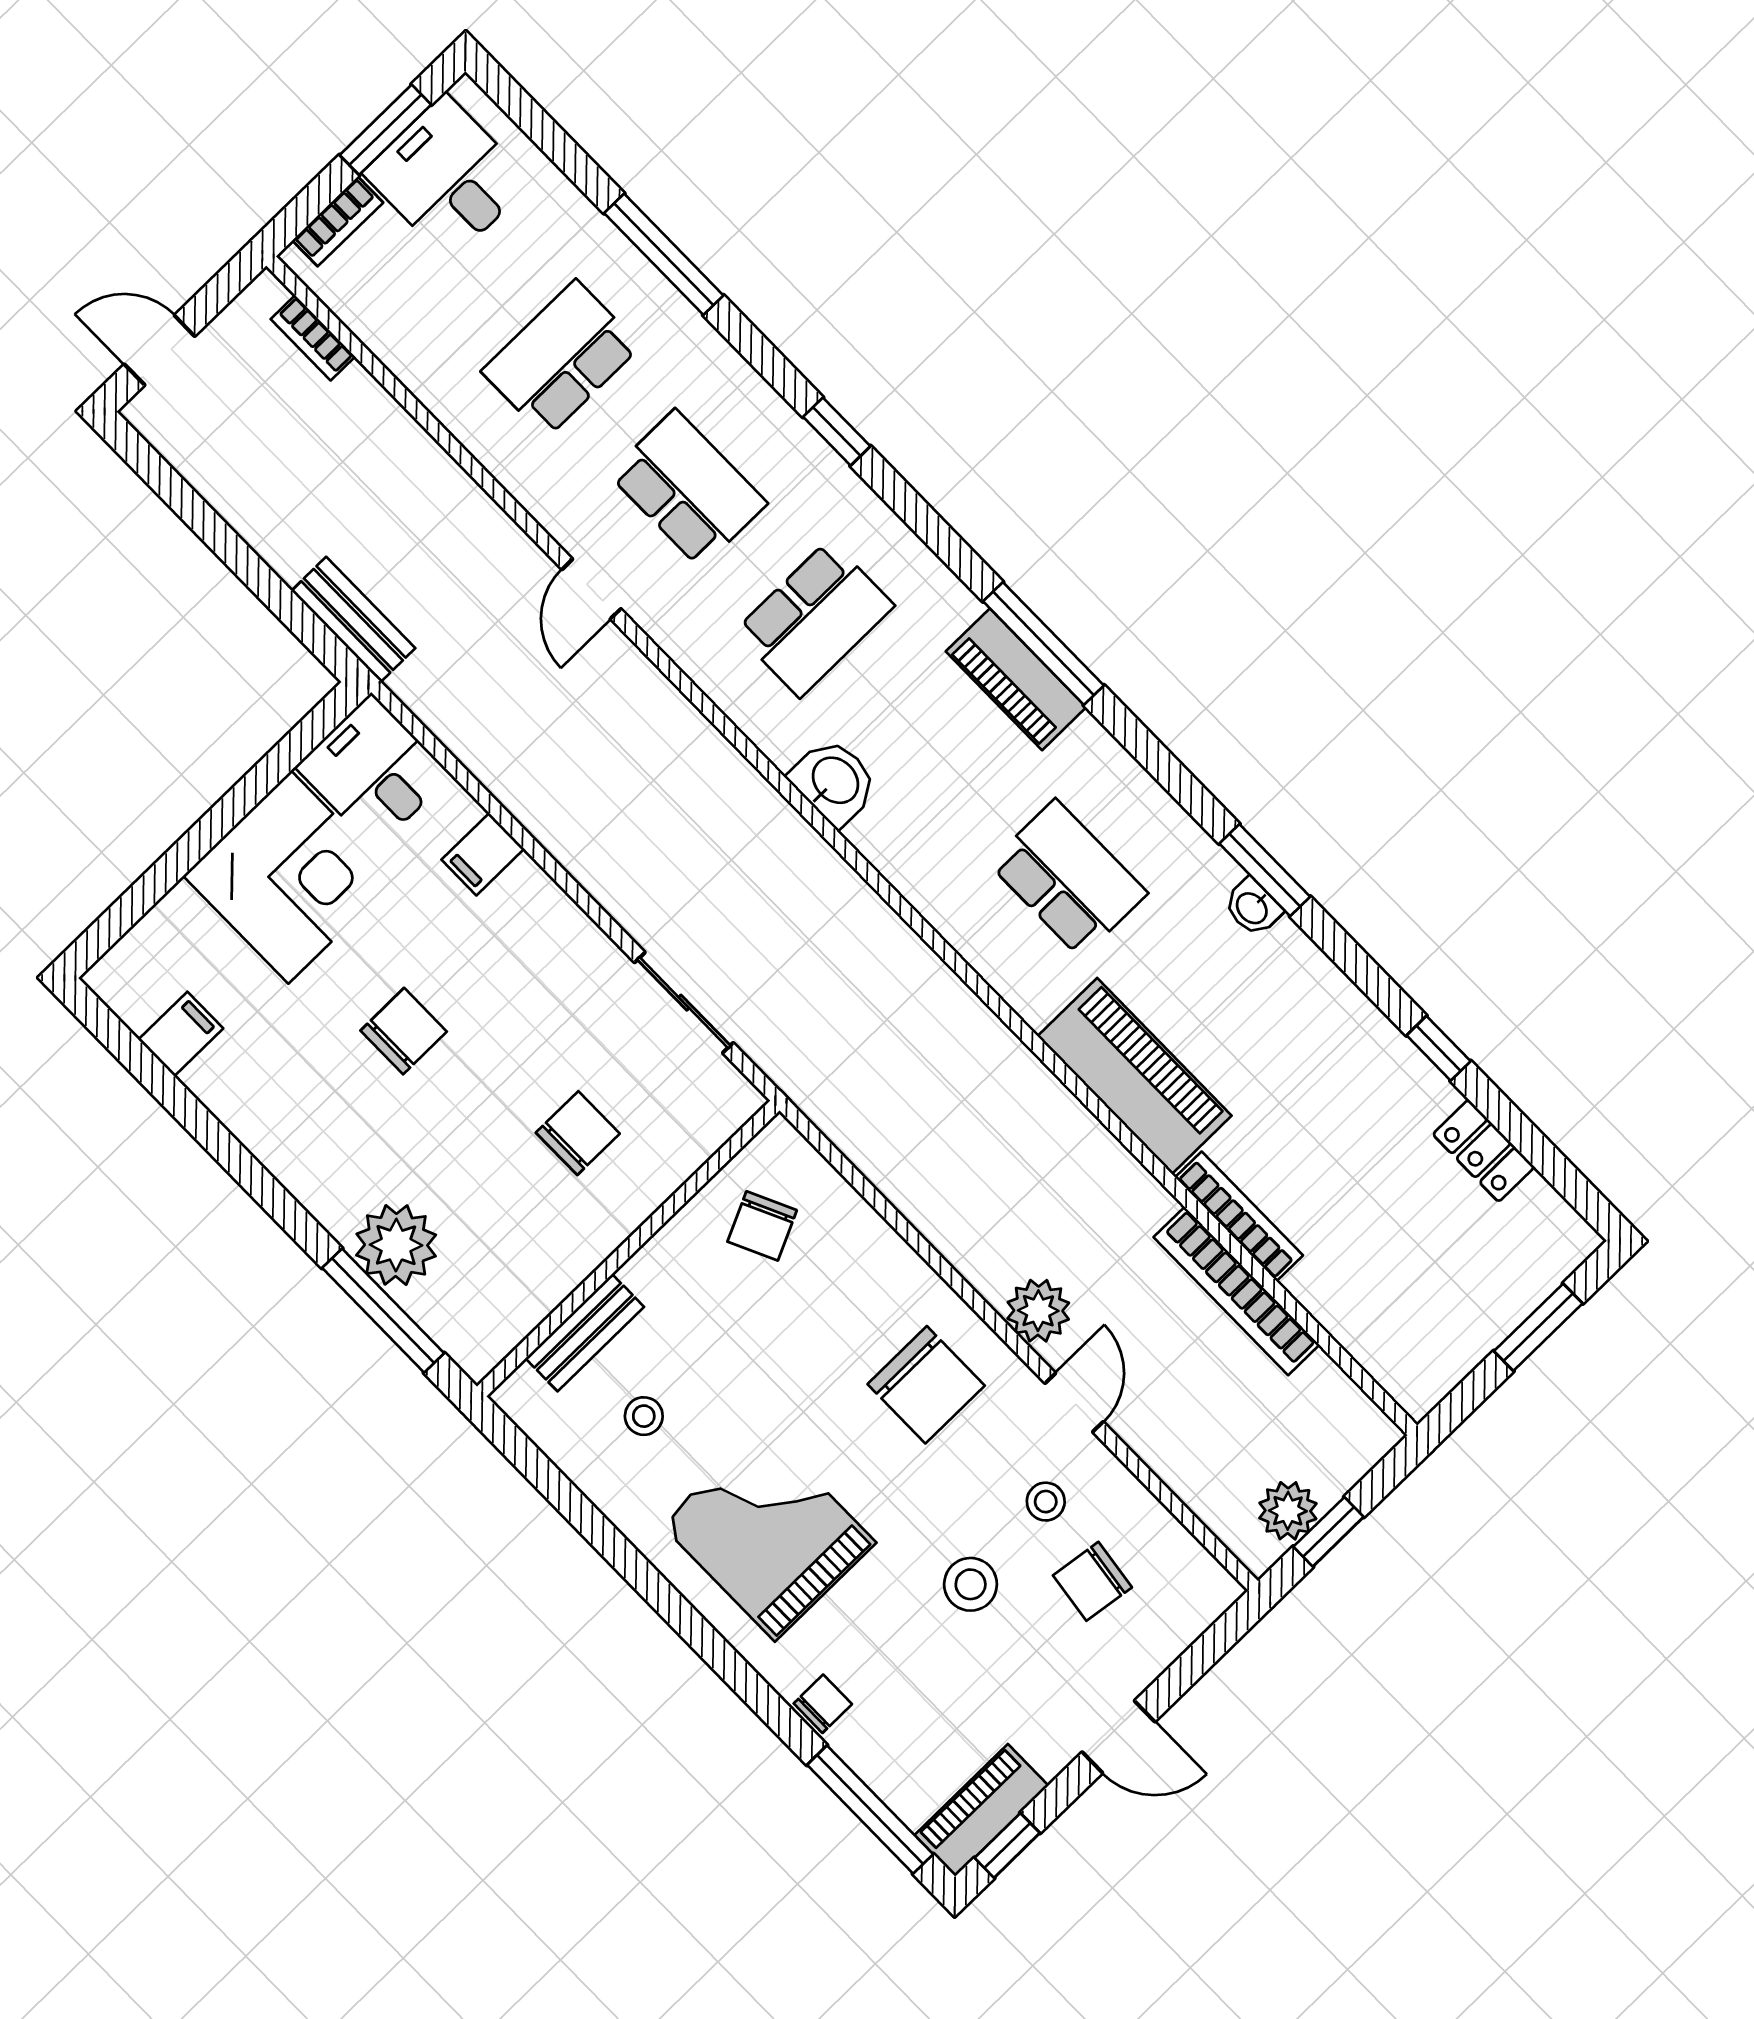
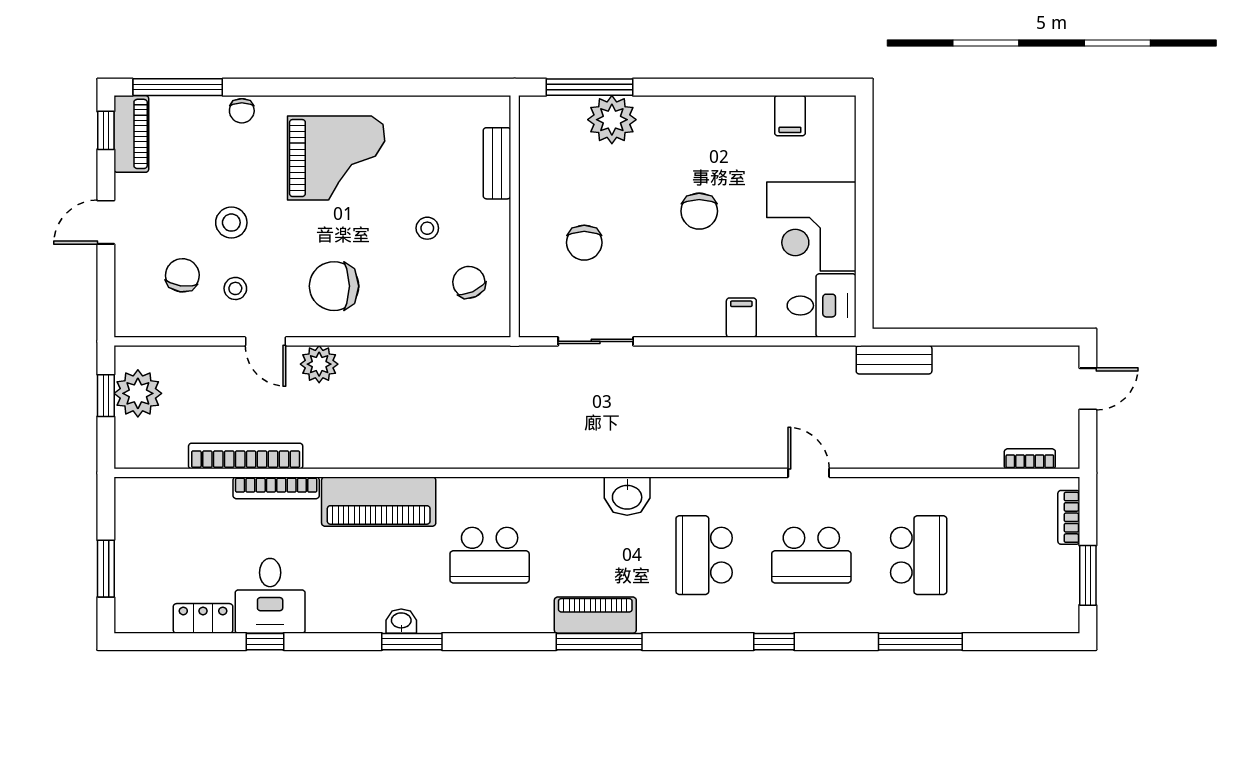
desk: (447, 178) -> (270, 596), moved, turned 90
stool: (644, 1416) -> (427, 228), moved
plant: (1288, 1511) -> (138, 393), width x1.36, depth x1.36

